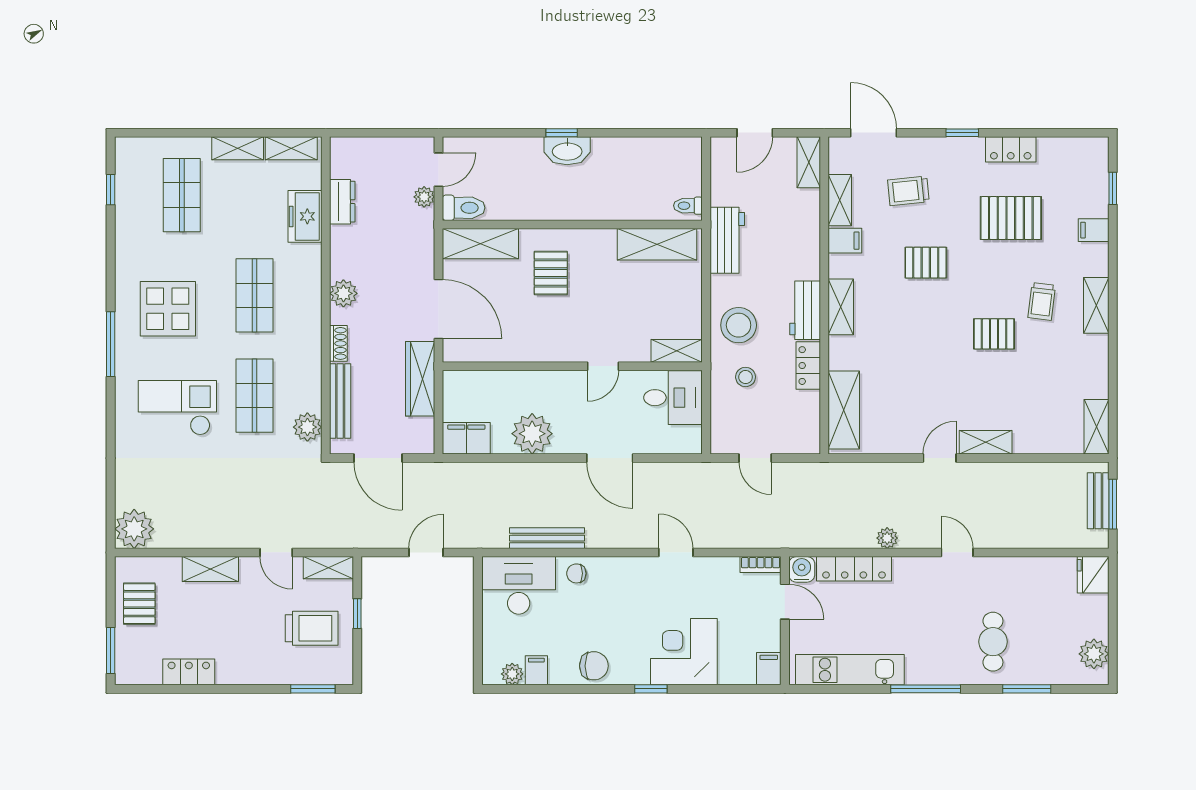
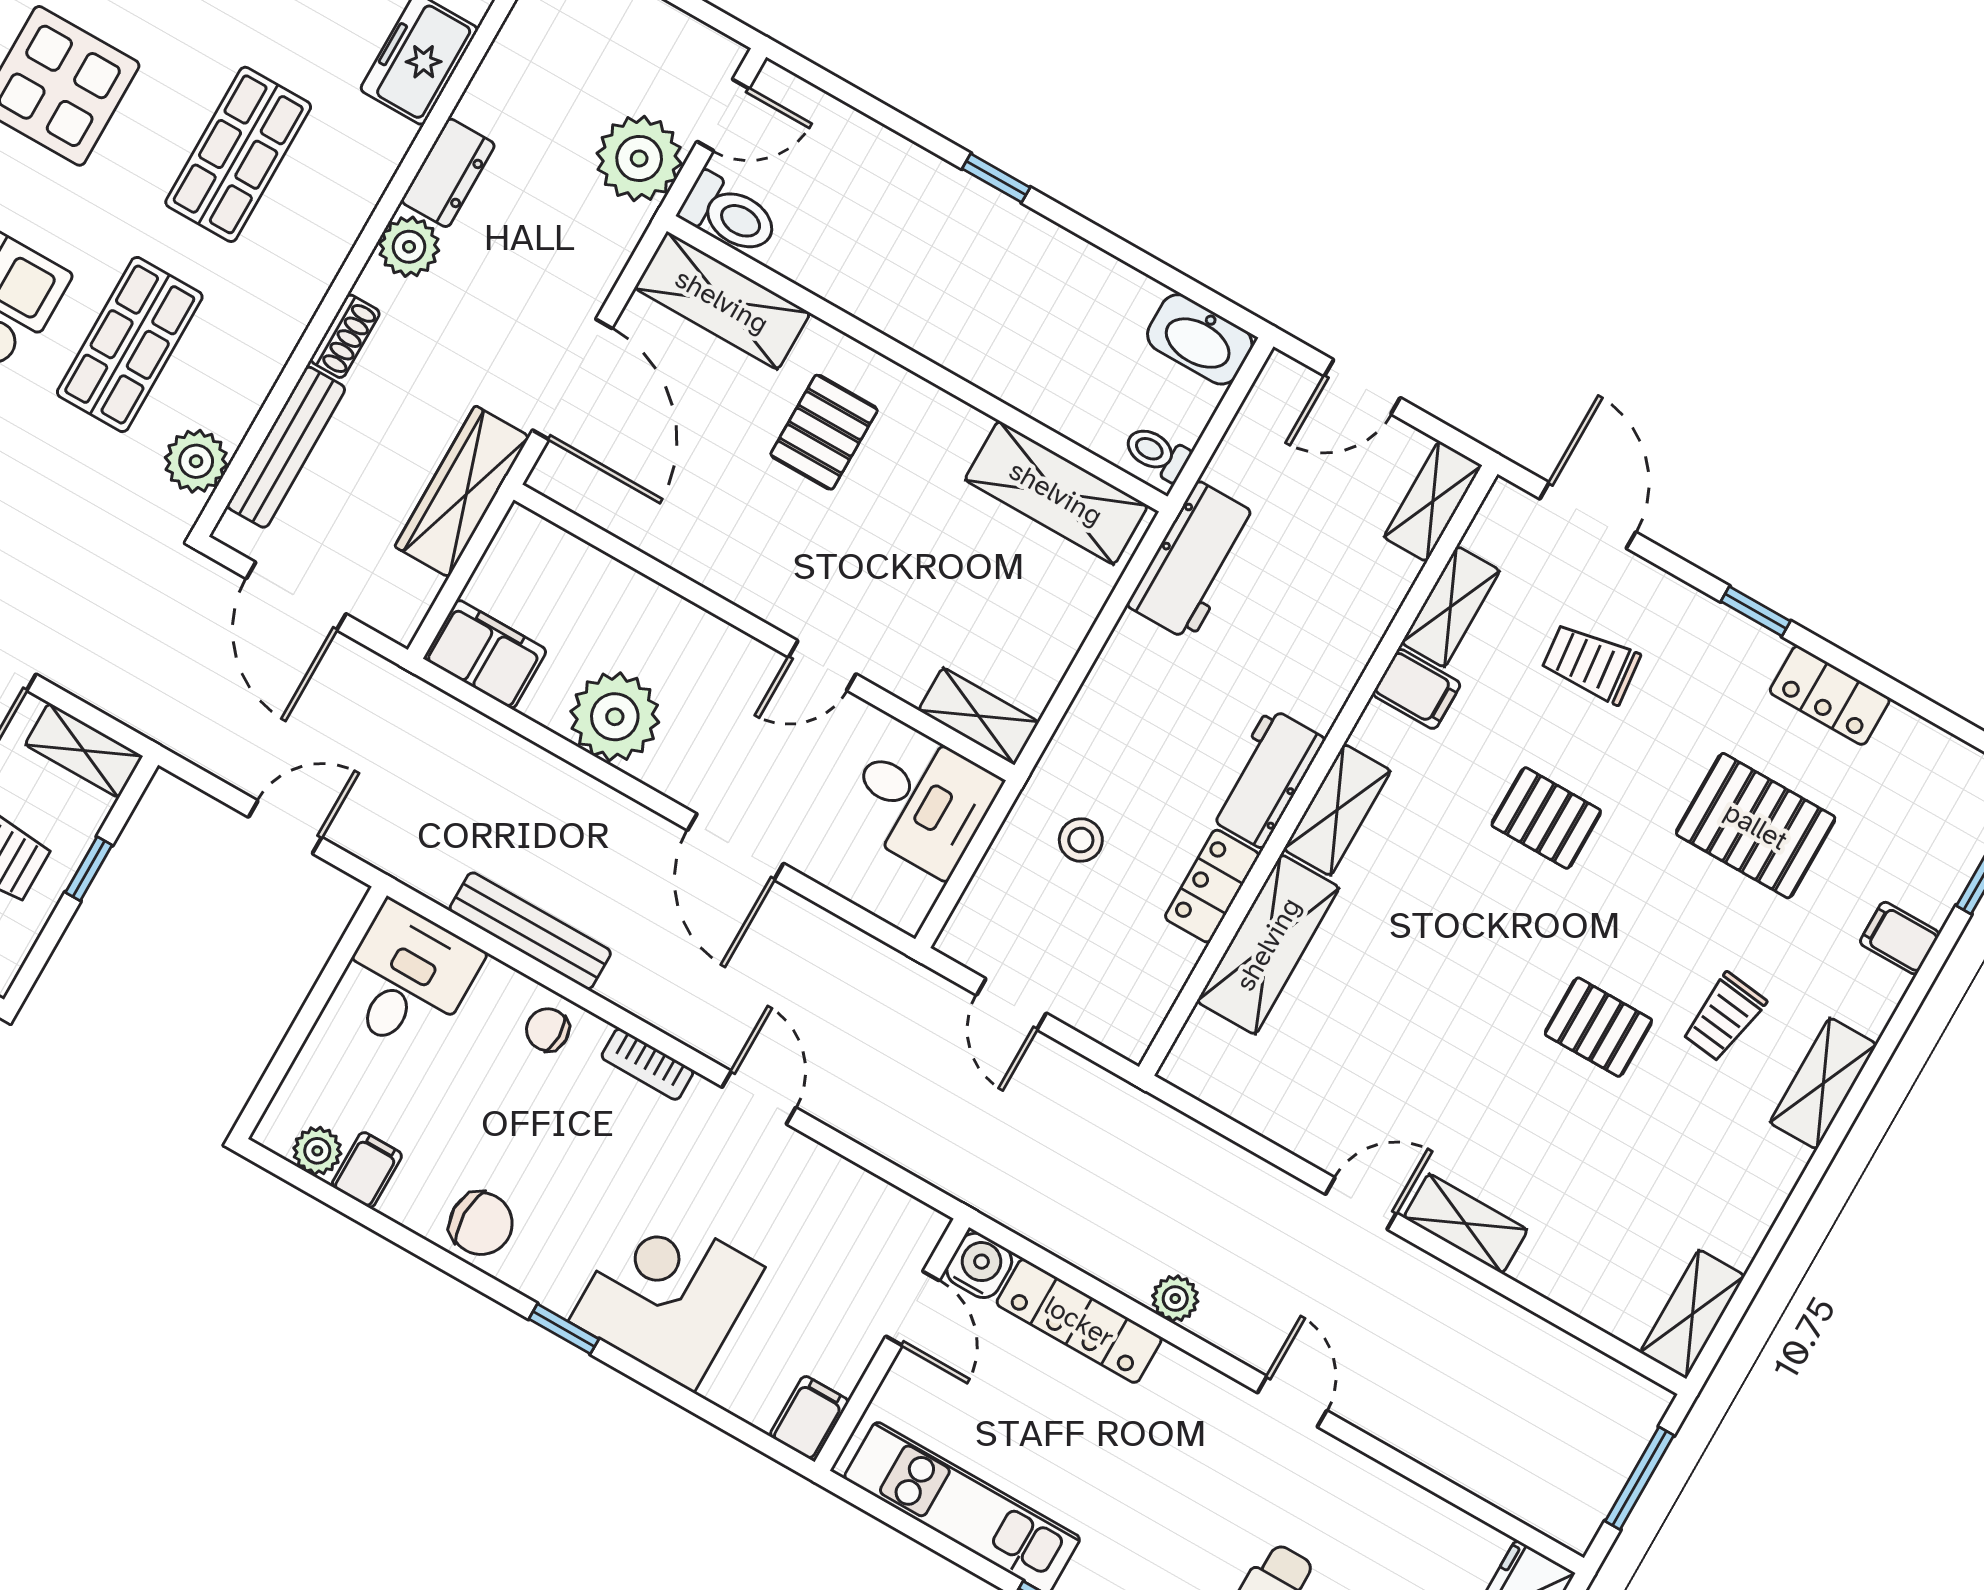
washbasin: (567, 151) -> (1200, 339), moved
plant: (424, 197) -> (639, 158), width x1.87, depth x1.87
dresser: (342, 202) -> (448, 173), moved
stool: (739, 325) -> (1124, 734), removed
shelving: (844, 410) -> (1268, 944), moved
bench: (1098, 501) -> (1615, 1456), removed
bookcase: (761, 565) -> (647, 1064), moved
desk: (519, 585) -> (406, 979), width x0.73

